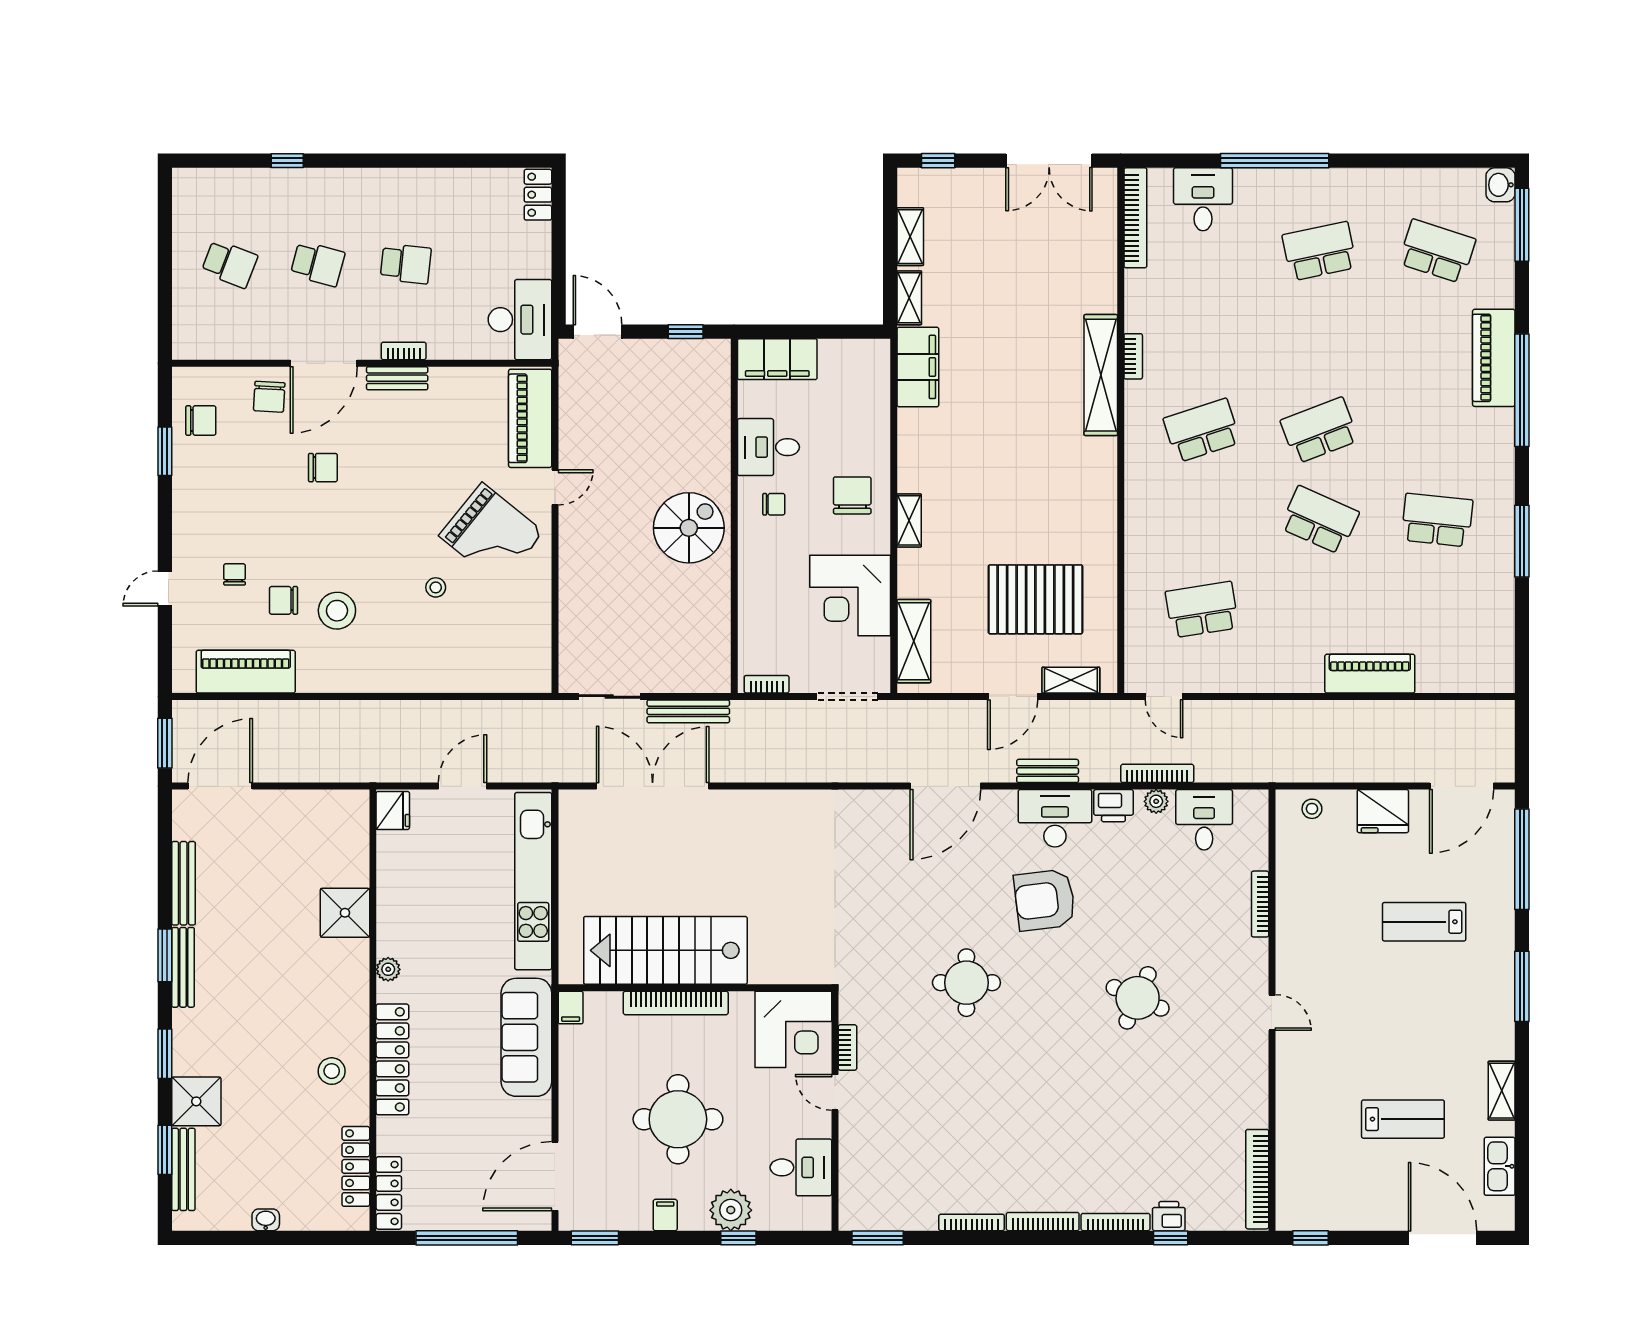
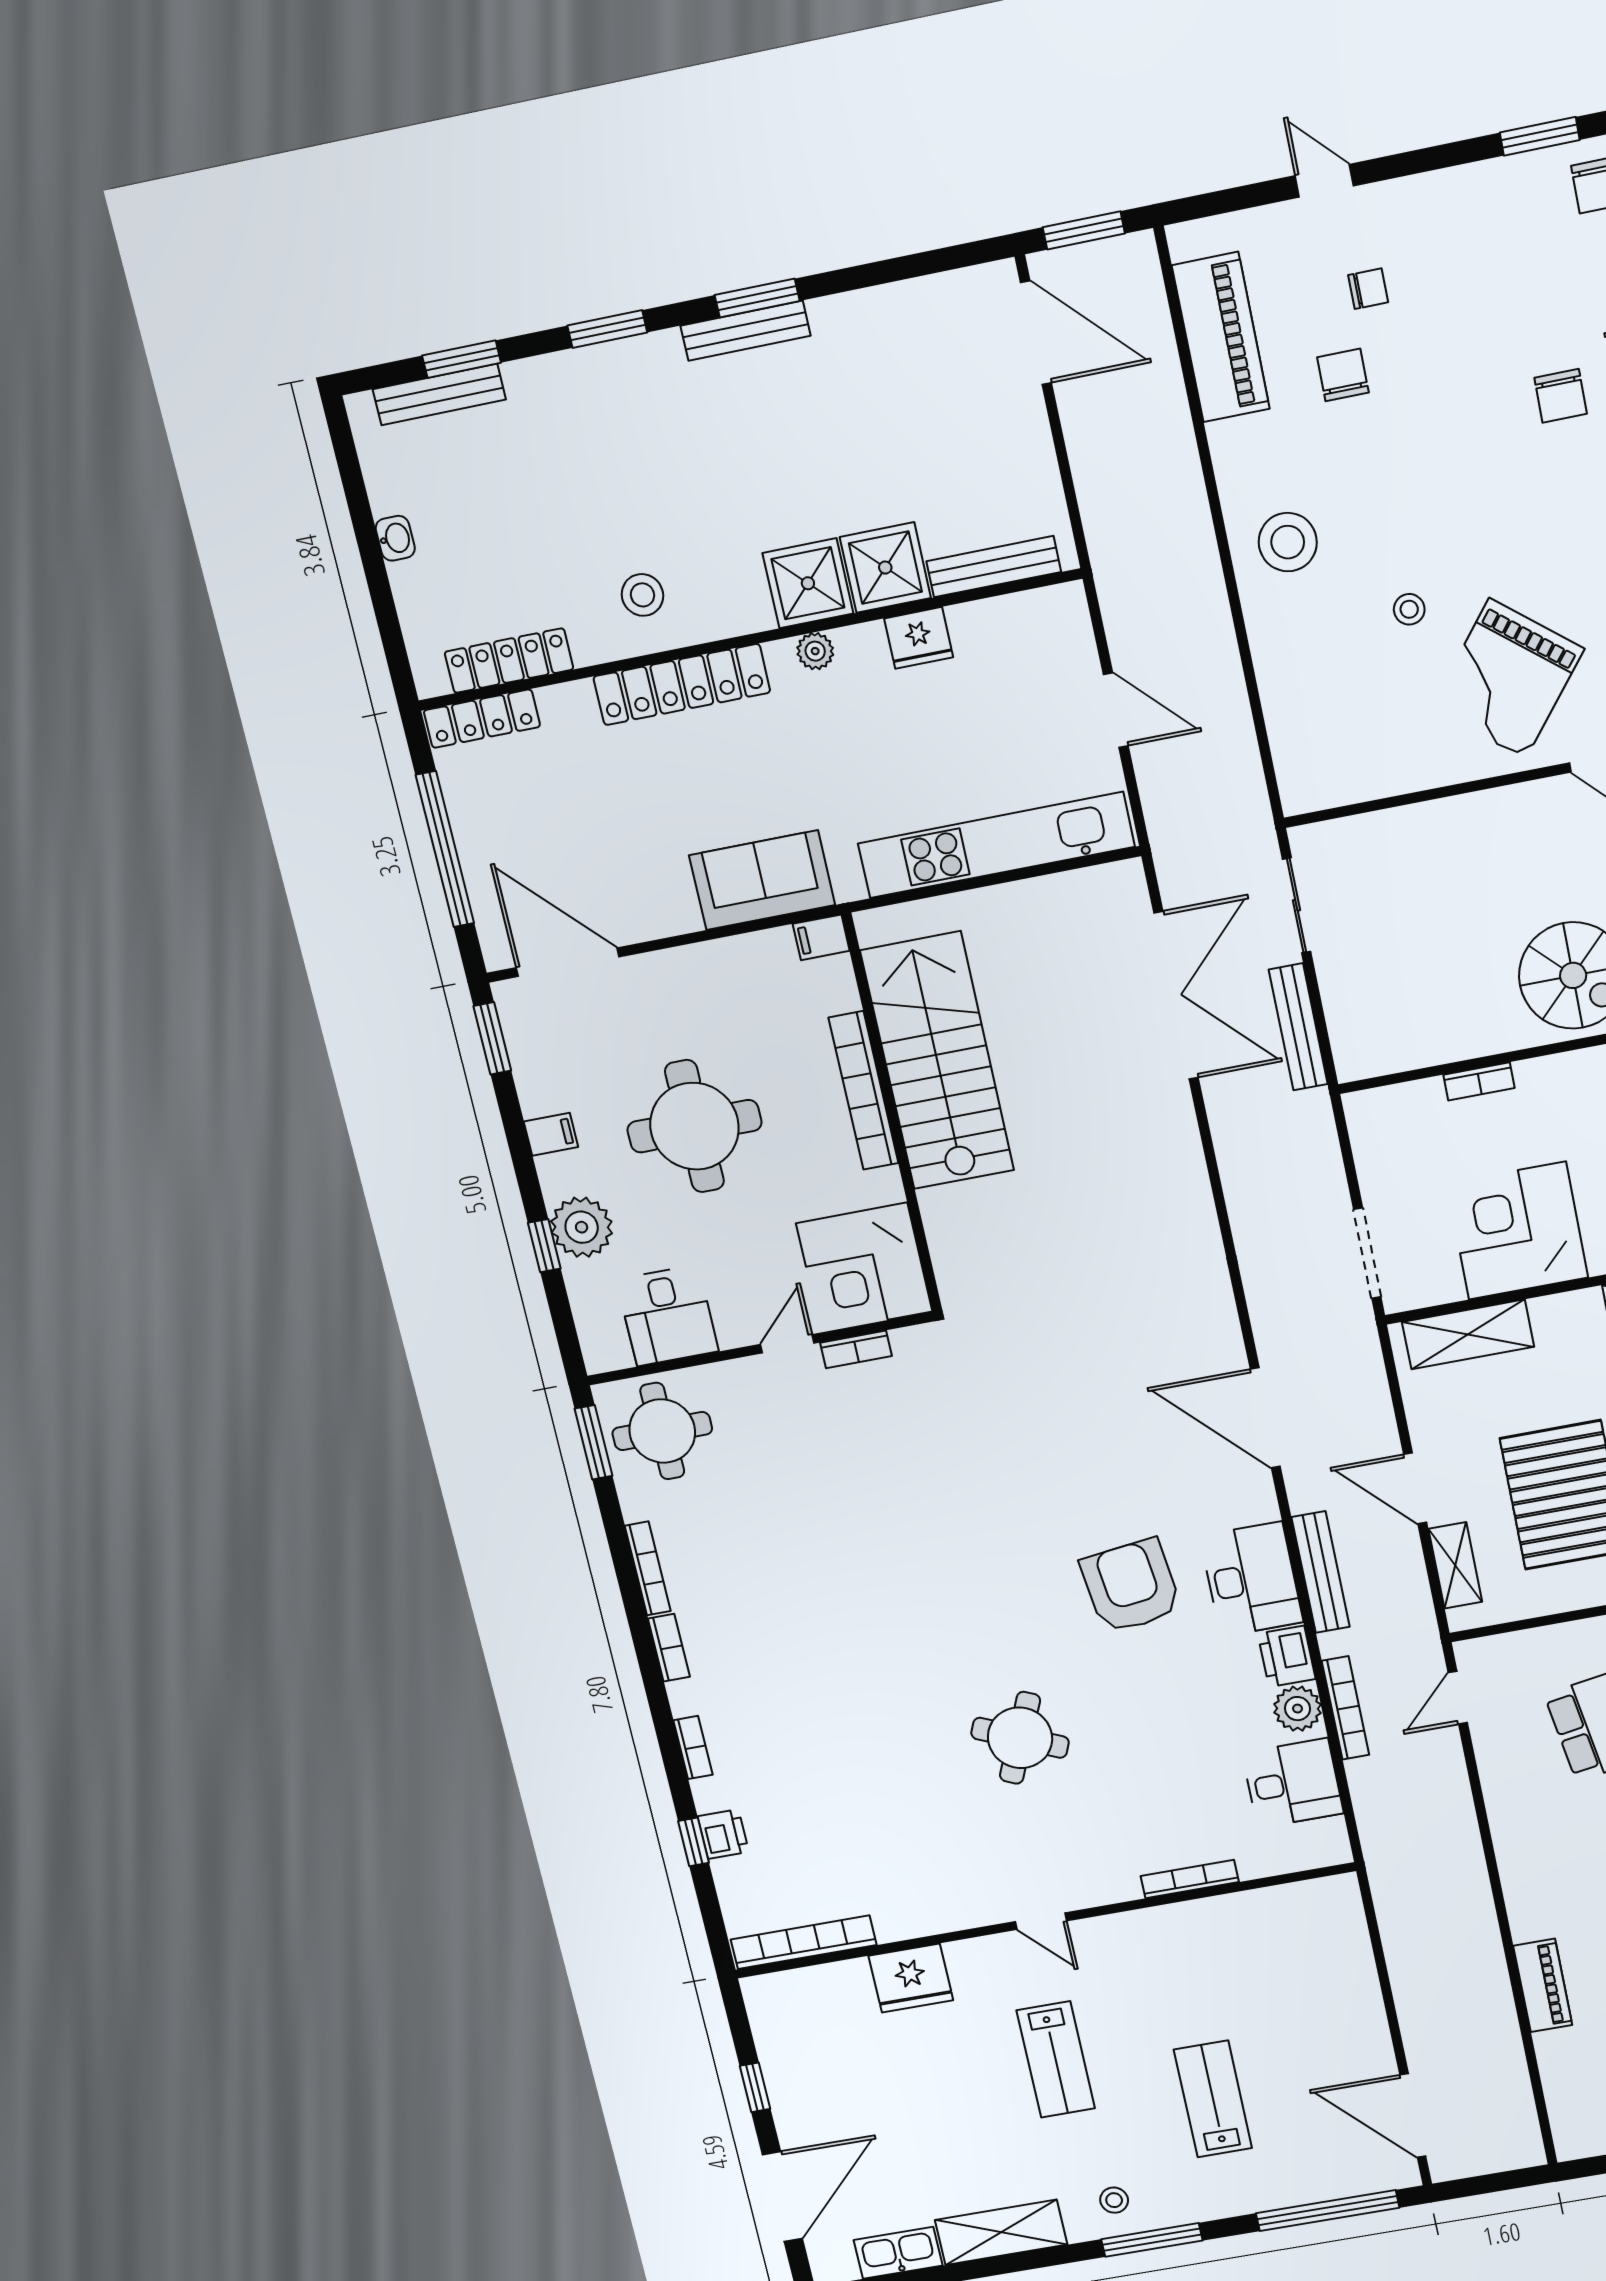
stool: (337, 611) -> (1288, 542), moved
piano: (1370, 674) -> (1543, 1986), width x0.73, depth x0.75
bookcase: (767, 684) -> (1479, 1081), moved, turned 90
bench: (1048, 771) -> (1321, 1572), width x1.36
plant: (1156, 801) -> (1298, 1709), width x1.38, depth x1.38
stool: (1312, 809) -> (1114, 2200), moved
fridge: (393, 810) -> (919, 638), moved
fridge: (1383, 811) -> (911, 1978), moved, turned -90
bench: (184, 883) -> (994, 567), moved
round table: (966, 983) -> (662, 1431), moved
door: (1272, 1012) -> (1041, 1921), hinge flipped
sofa: (526, 1037) -> (762, 880), width x0.73
shelving: (1502, 1091) -> (1001, 2232), width x1.50, depth x1.33
shower: (196, 1101) -> (808, 583), moved
lab bench: (1403, 1119) -> (1056, 2059), moved
bookcase: (1043, 1222) -> (669, 1648), width x0.64
bookcase: (1116, 1222) -> (693, 1748), width x0.64
window: (1310, 1238) -> (755, 2087), moved

